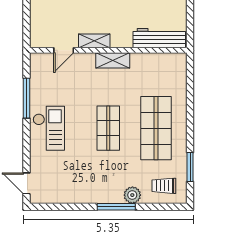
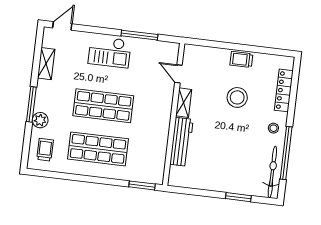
workbench: (159, 38) -> (181, 142), moved
shelving: (113, 60) -> (46, 64), moved
shop shelf: (108, 128) -> (103, 106), width x1.43, depth x1.36
window: (190, 167) -> (142, 185), moved

